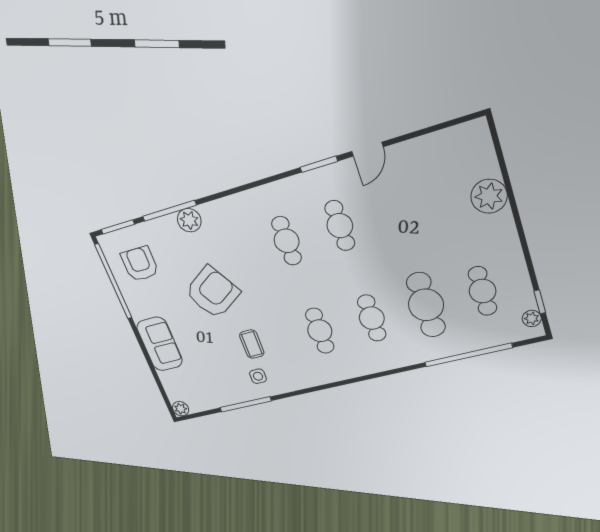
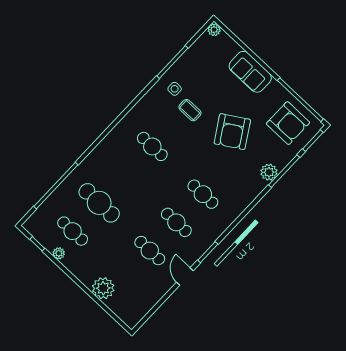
armchair: (140, 264) -> (288, 123), width x1.36, depth x1.36
cafe table: (372, 318) -> (150, 251), moved
plant: (532, 318) -> (59, 253), moved

